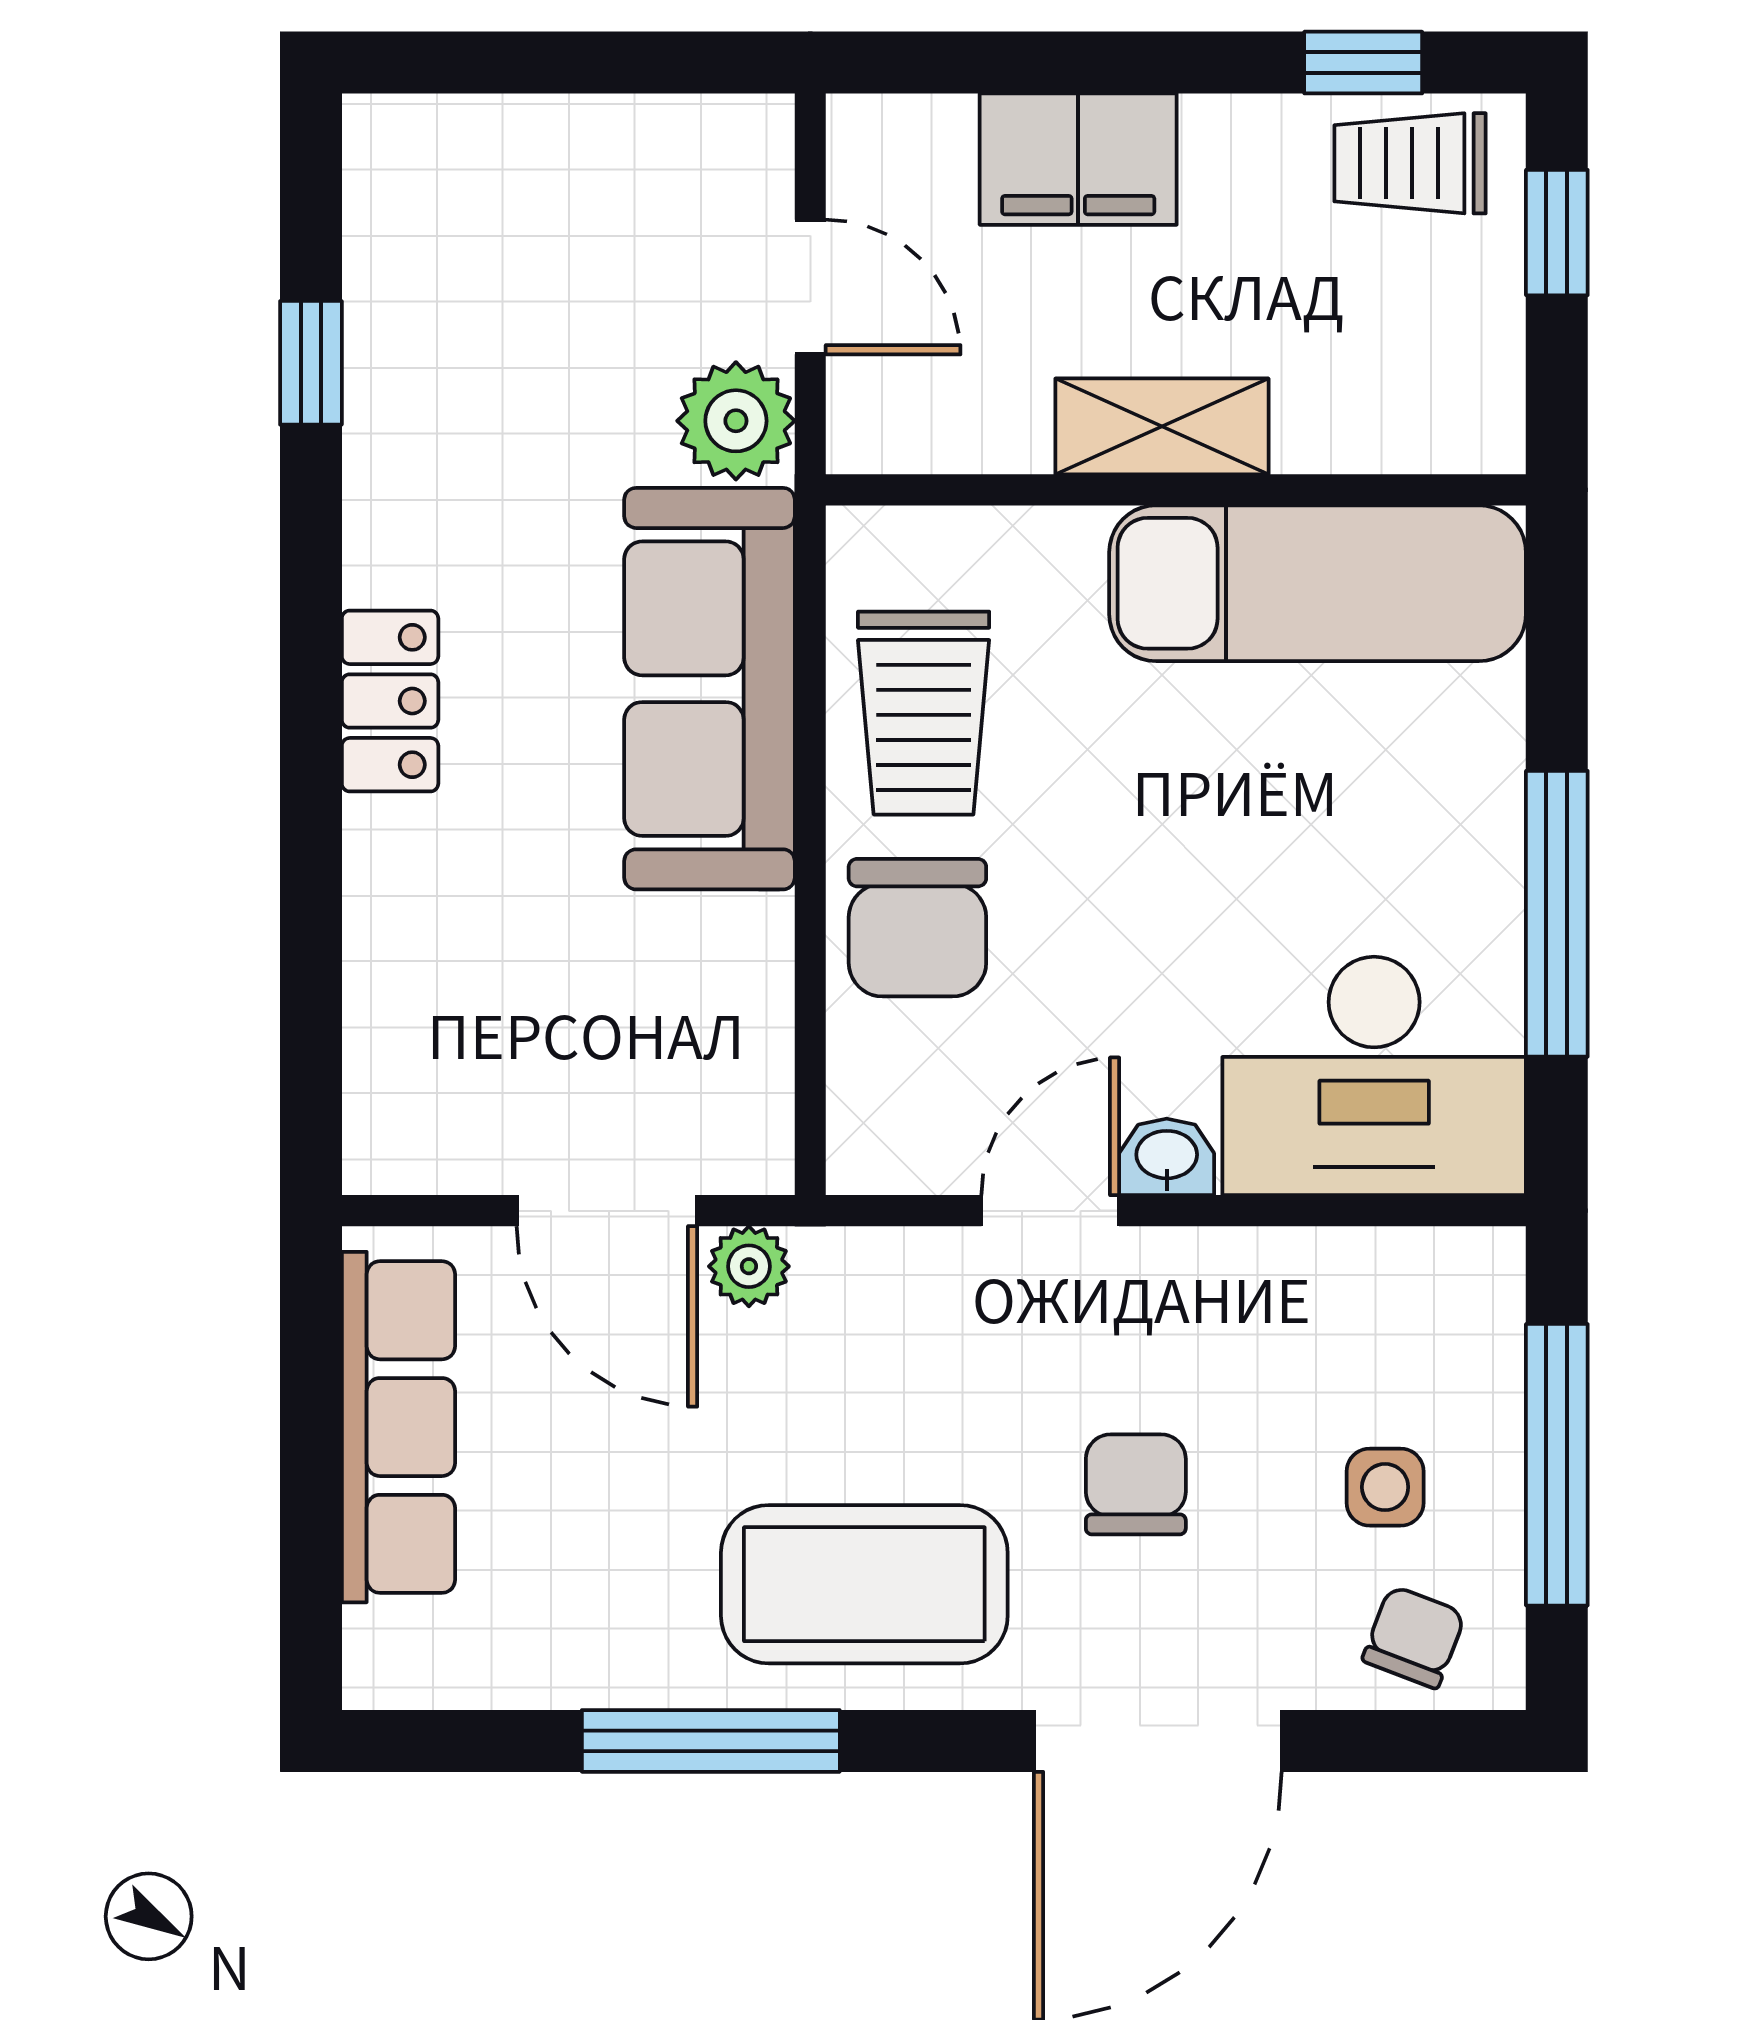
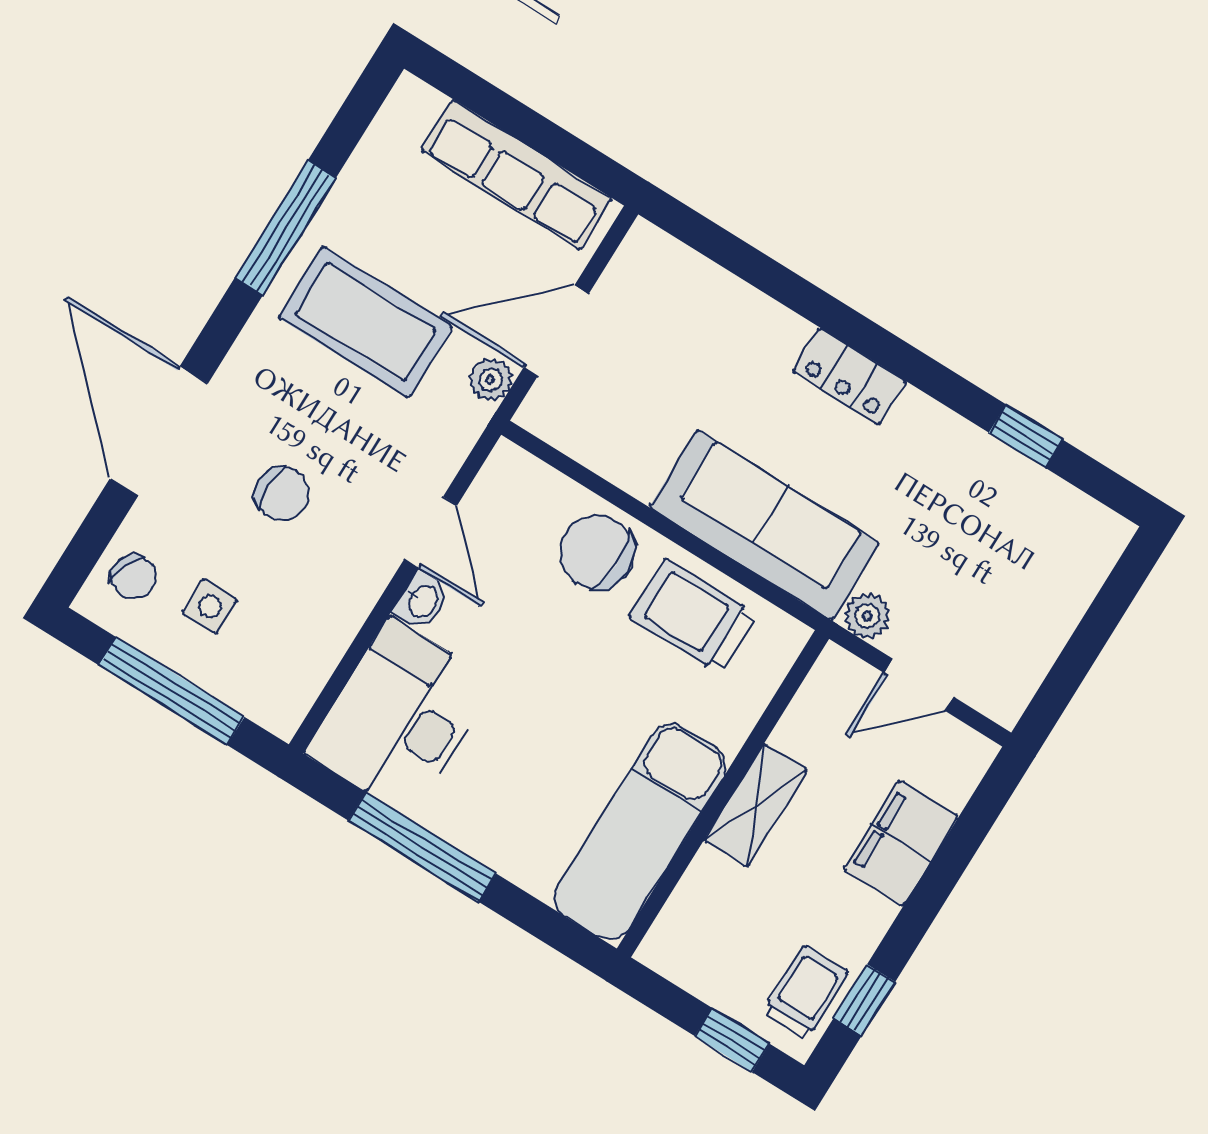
plant: (736, 421) -> (867, 616), width x0.73, depth x0.73
coffee table: (864, 1584) -> (366, 322), moved, turned 90

